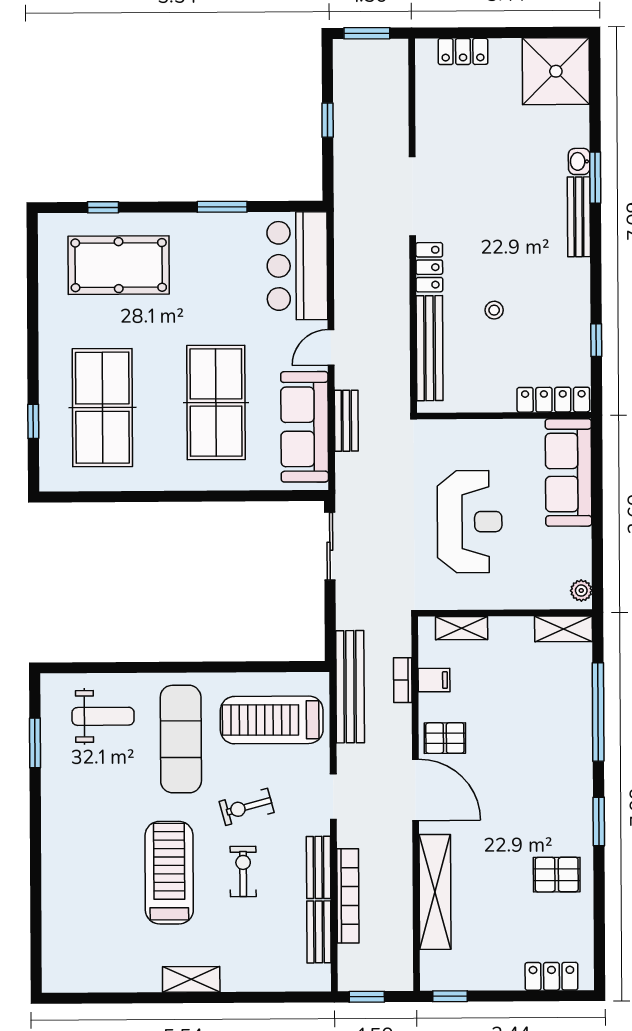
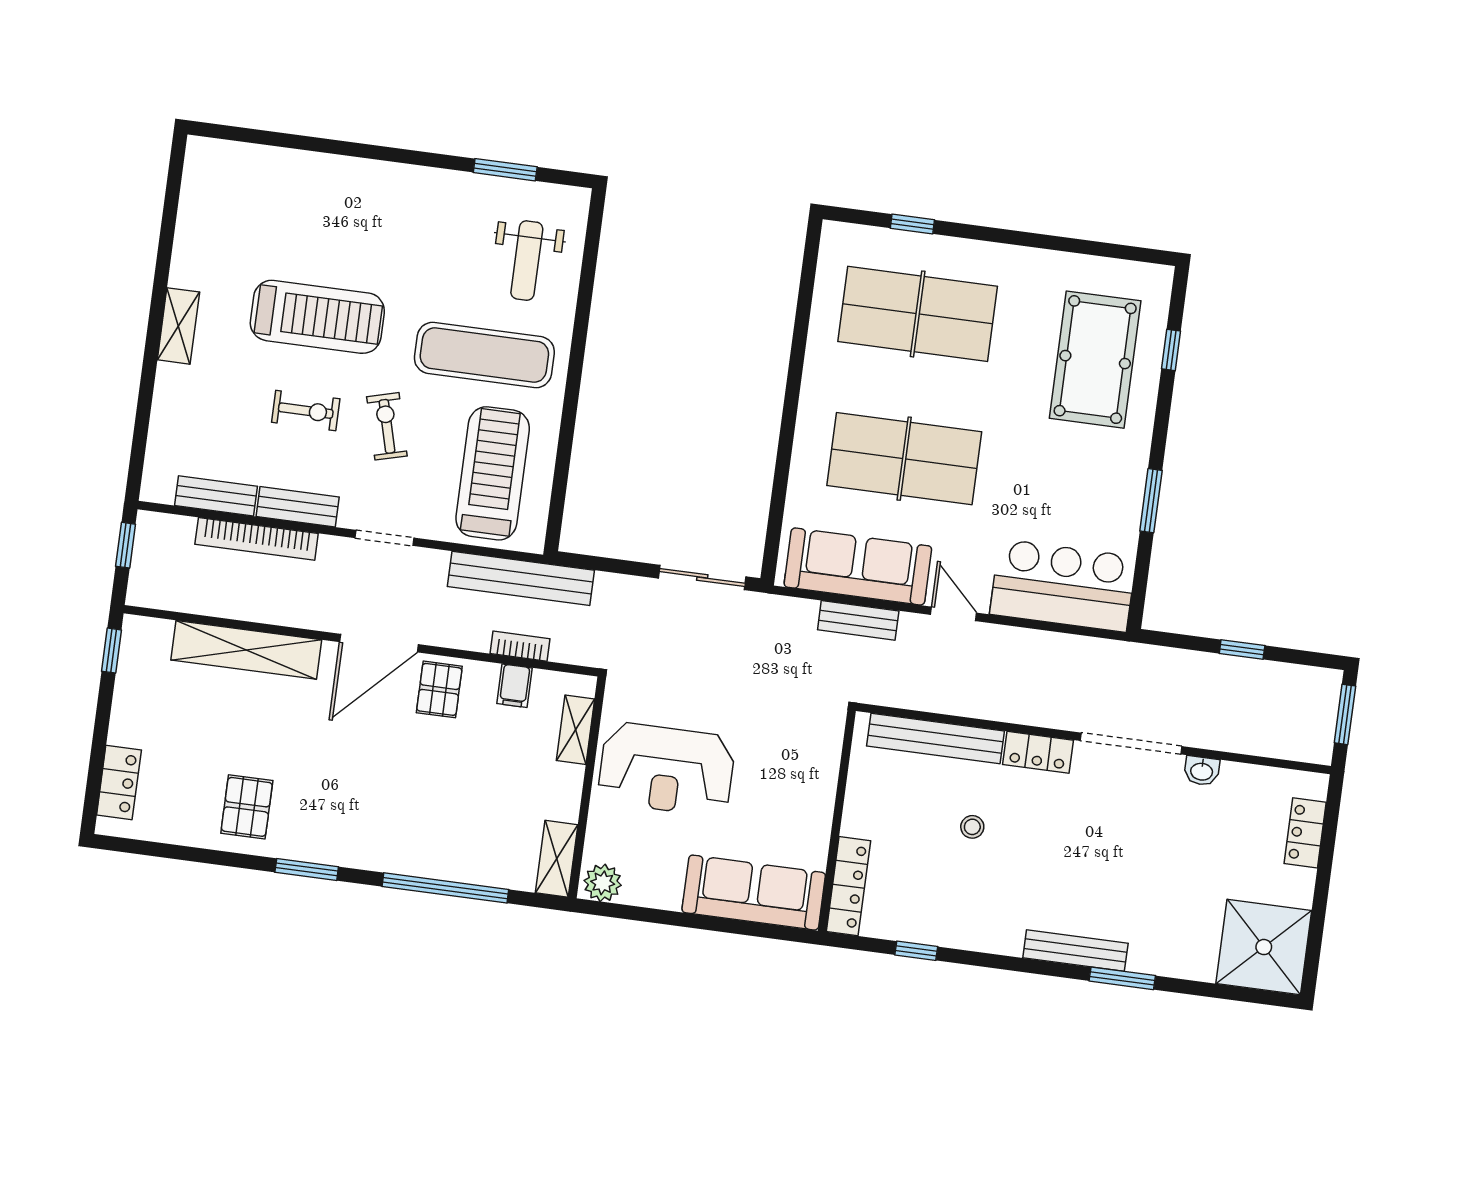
washbasin: (579, 161) -> (1202, 771), moved, turned 180
reception desk: (470, 522) -> (667, 769), moved
plant: (581, 591) -> (603, 883), width x1.38, depth x1.38

